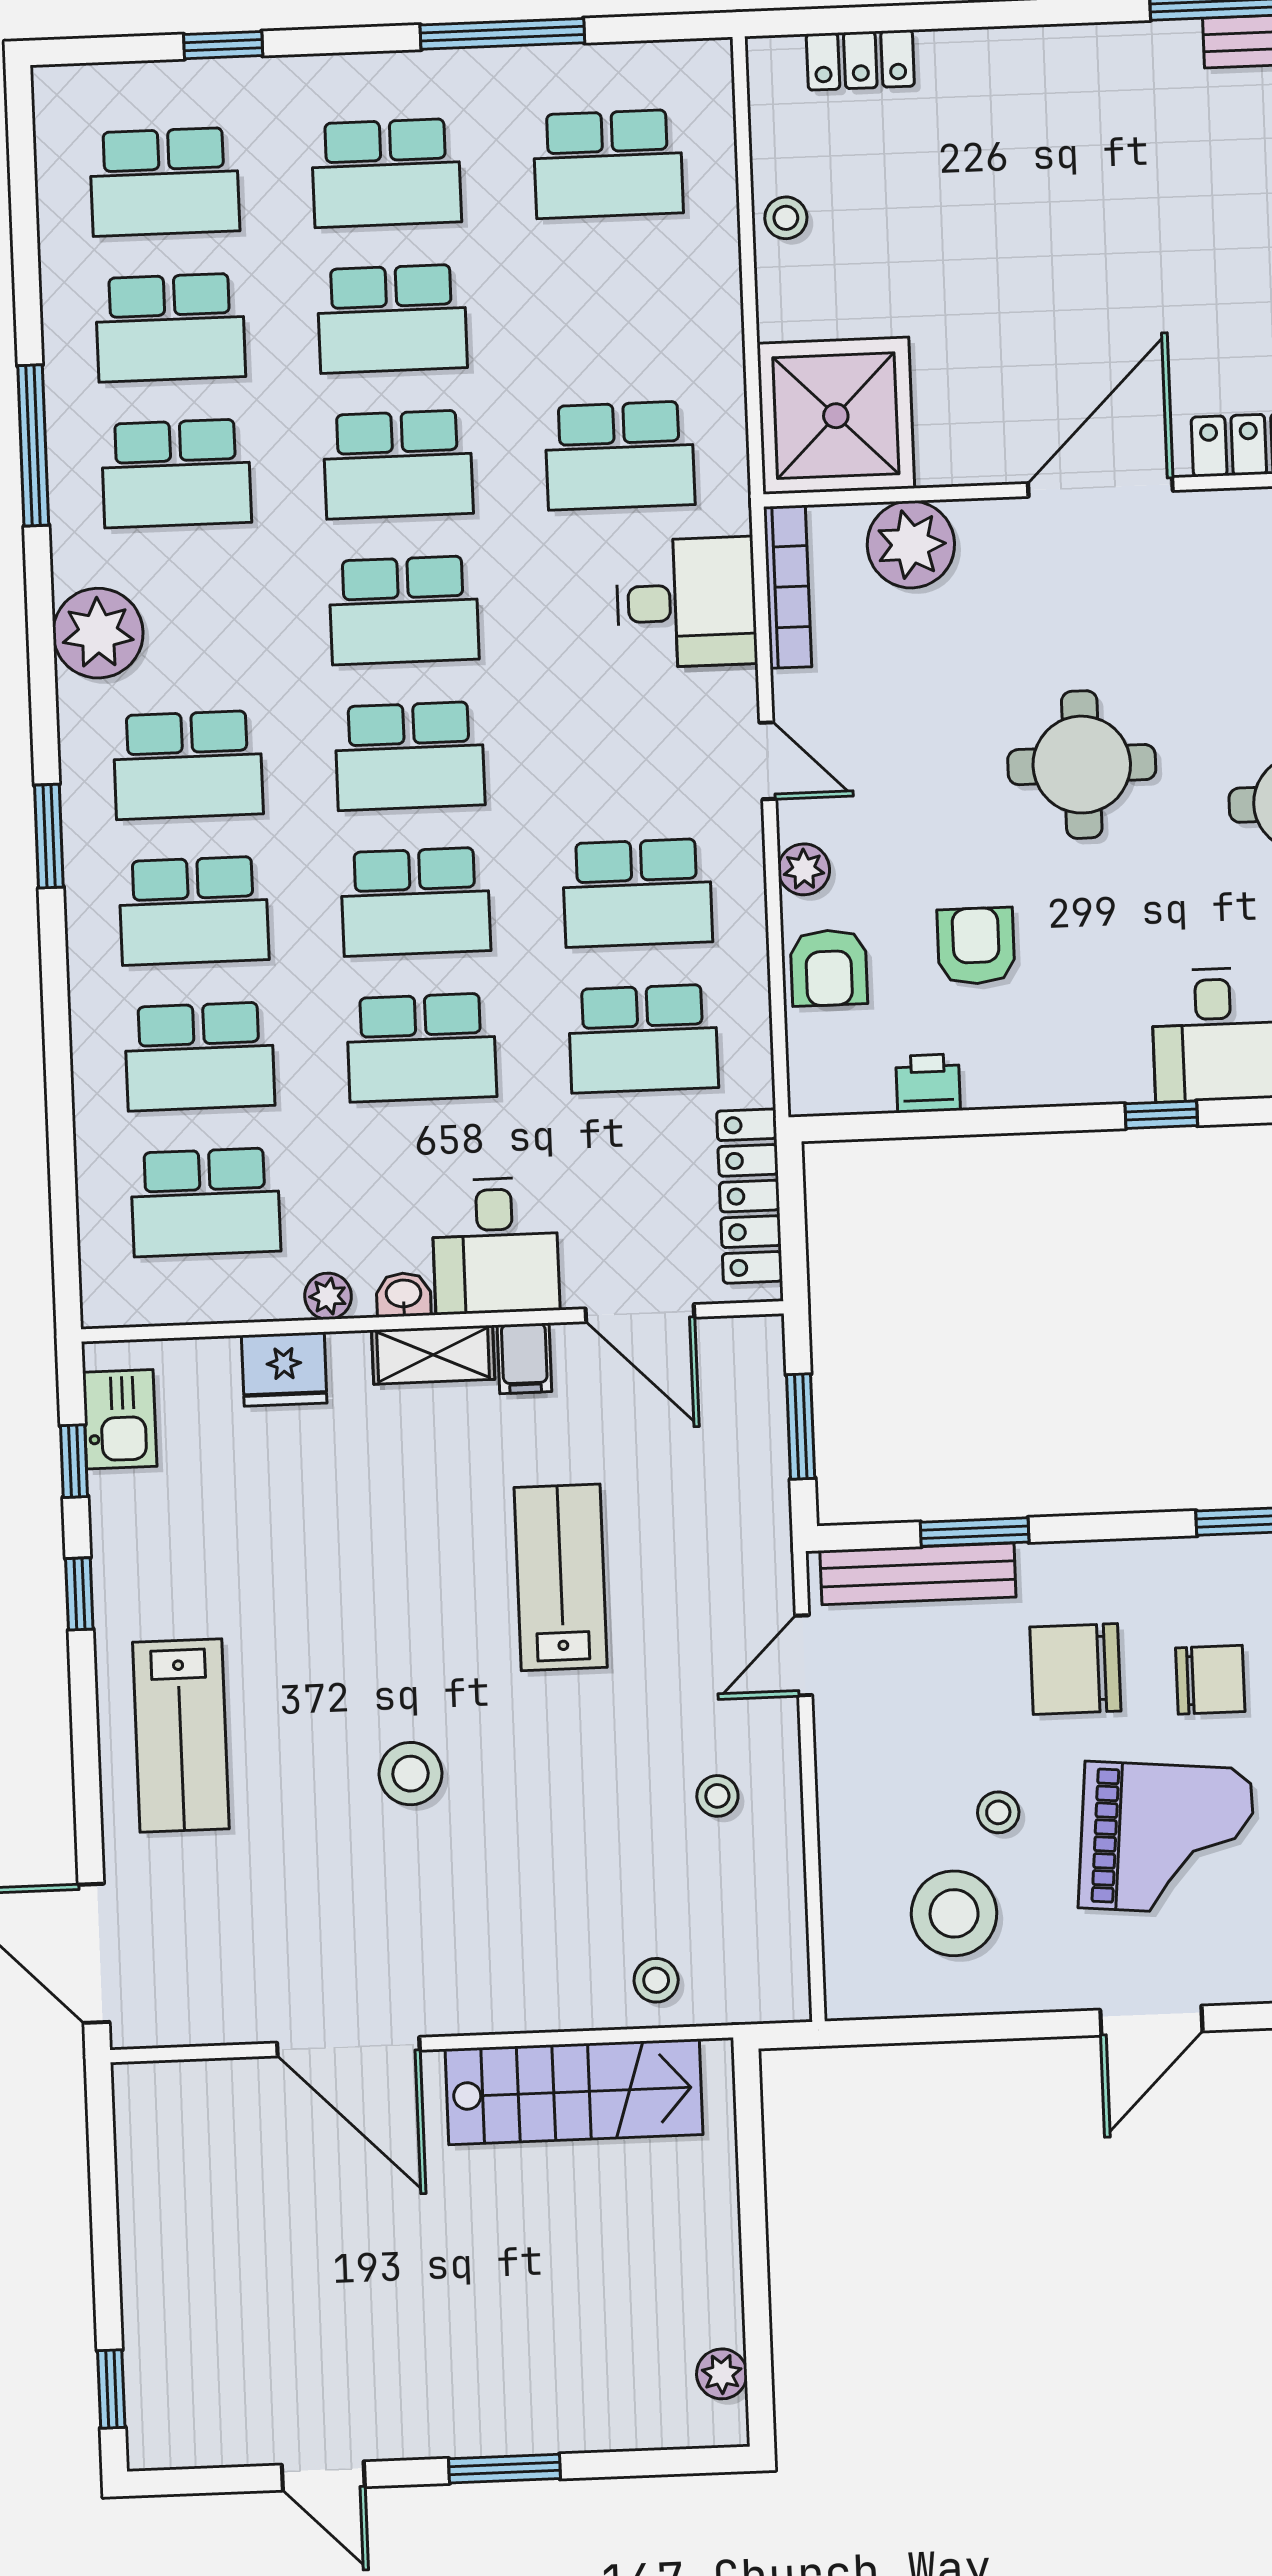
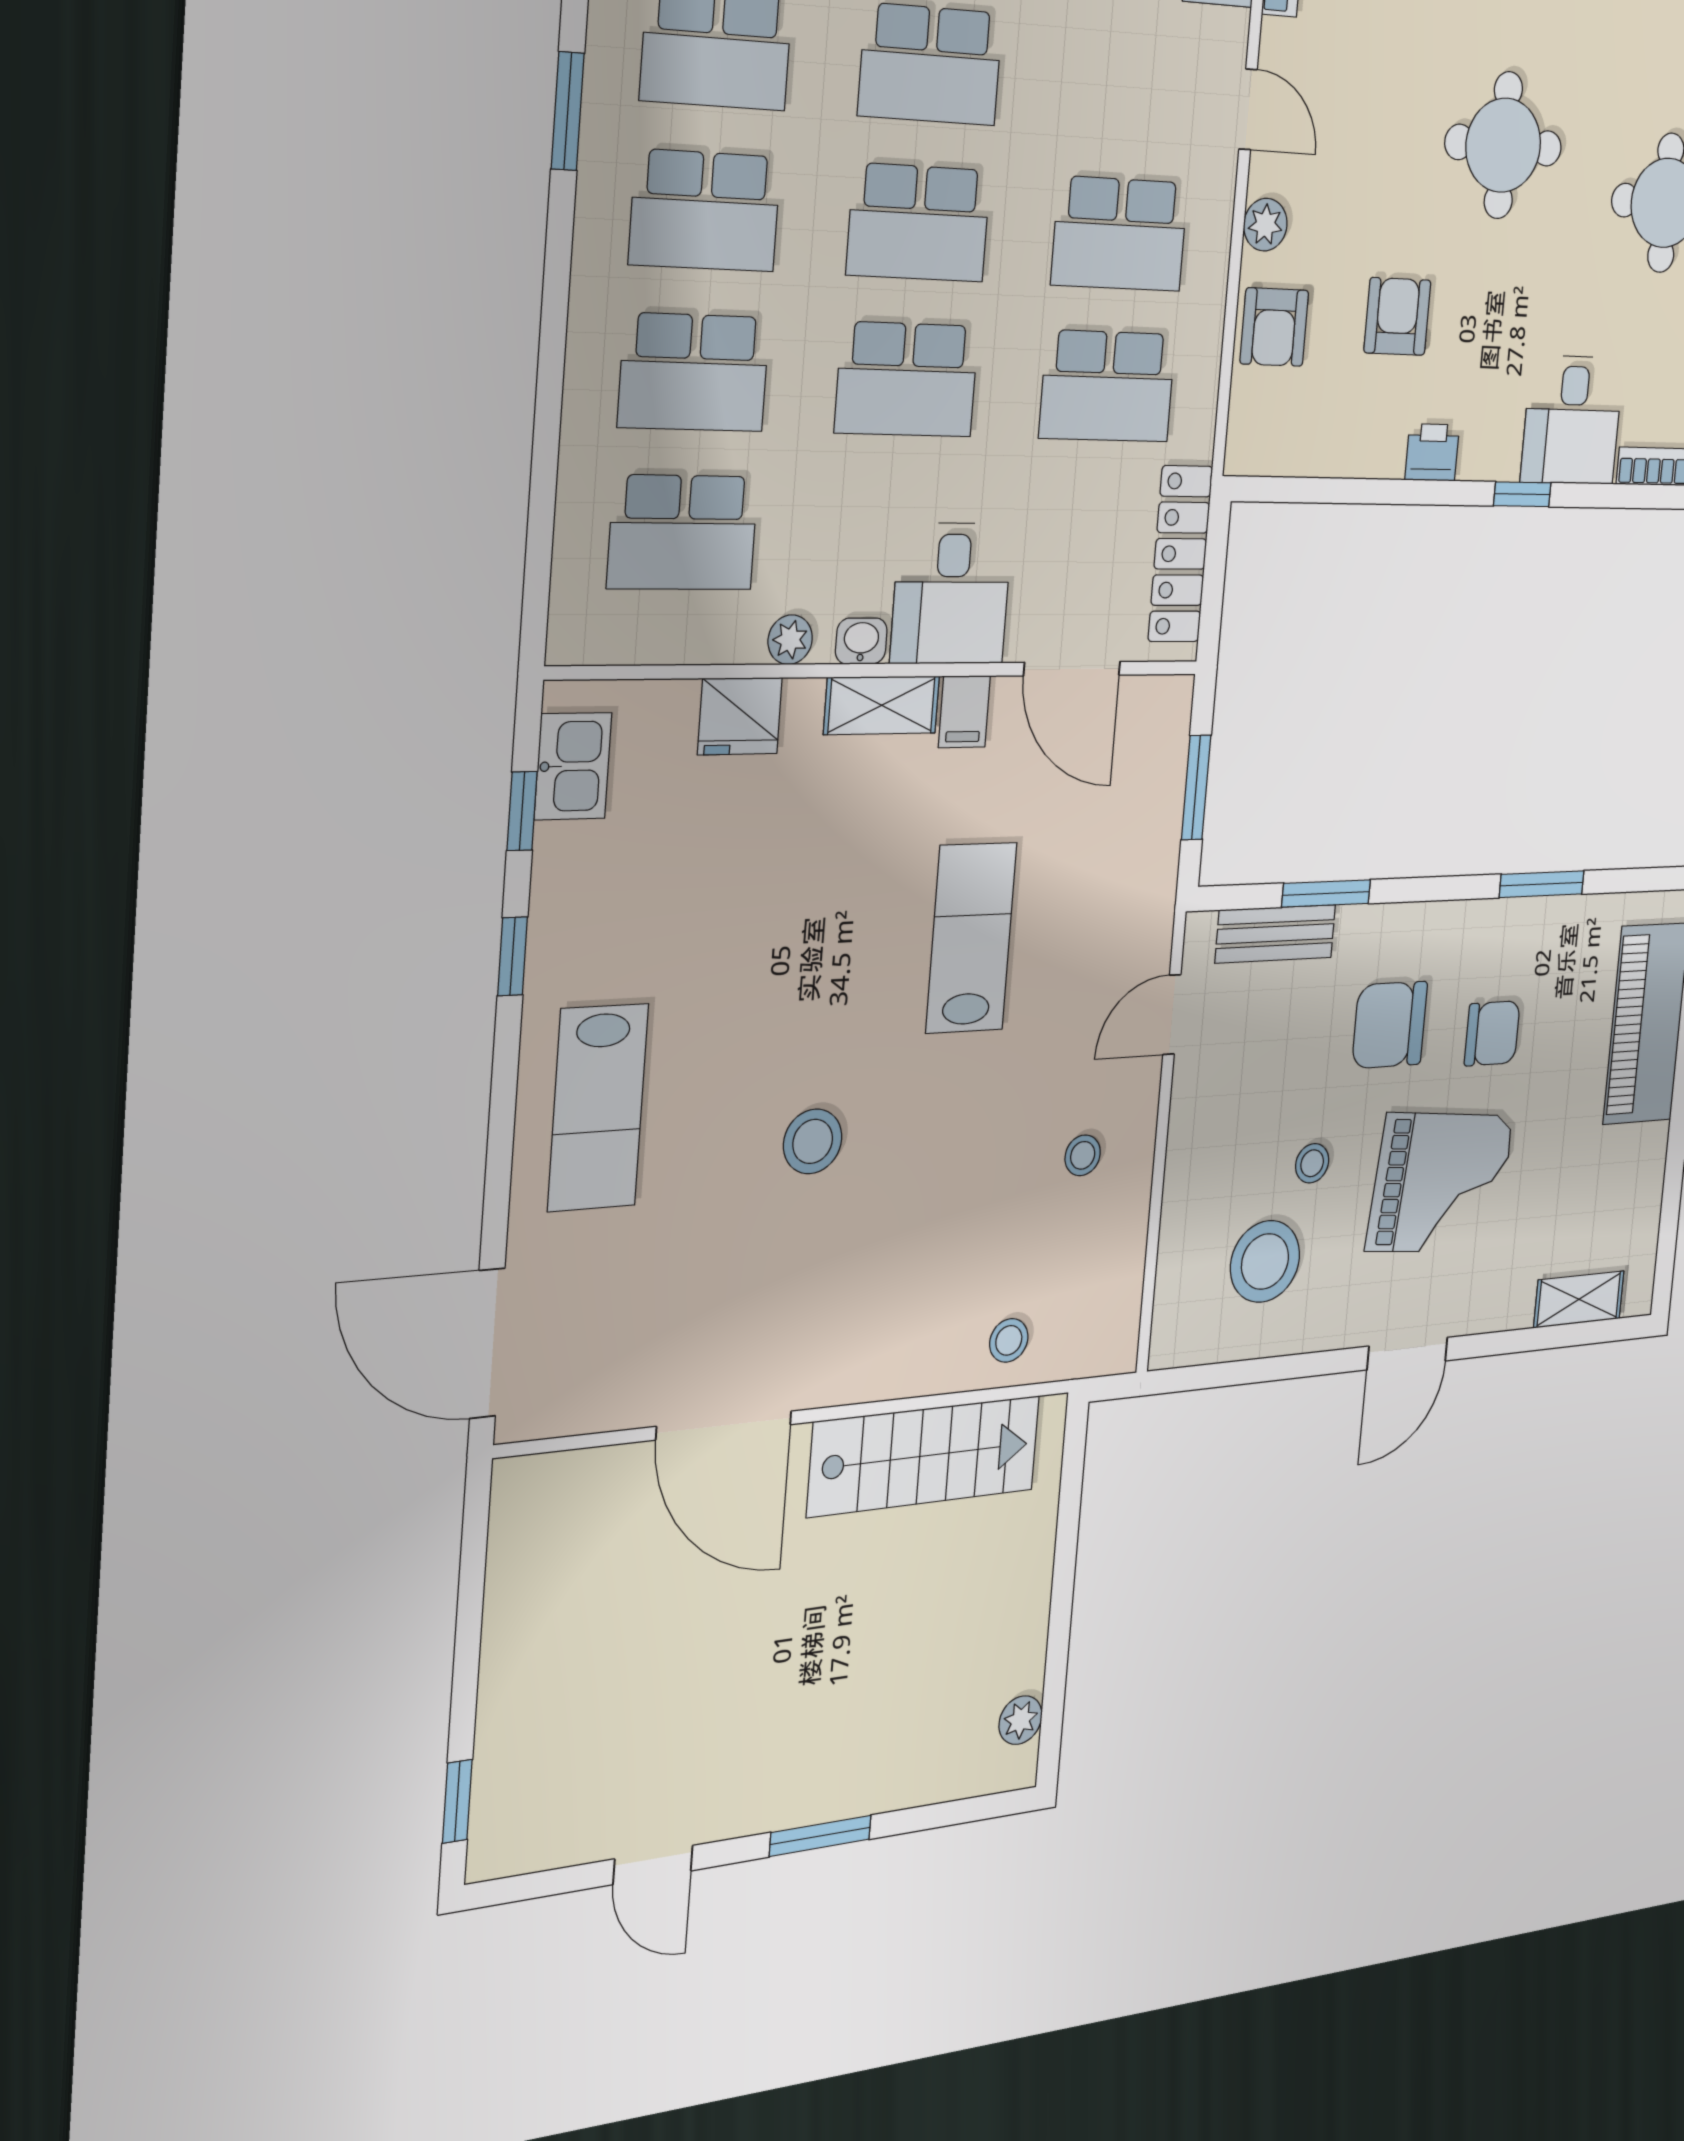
printer: (928, 1083) -> (1432, 452), moved
bench: (918, 1574) -> (1275, 934), width x0.73

